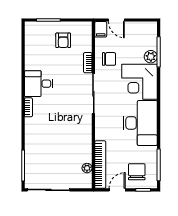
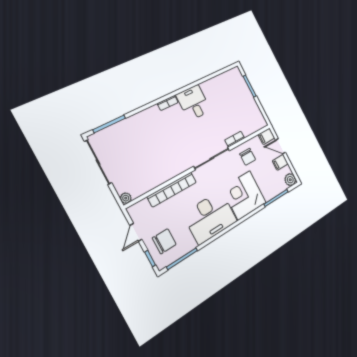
door: (116, 20) -> (280, 146), hinge flipped
filing cabinet: (130, 29) -> (280, 162), added
armchair: (63, 40) -> (241, 107), removed
plant: (151, 57) -> (290, 180), moved
bookcase: (100, 165) -> (172, 189), moved
plant: (87, 168) -> (126, 198), moved
door: (117, 190) -> (136, 232), swing flipped

